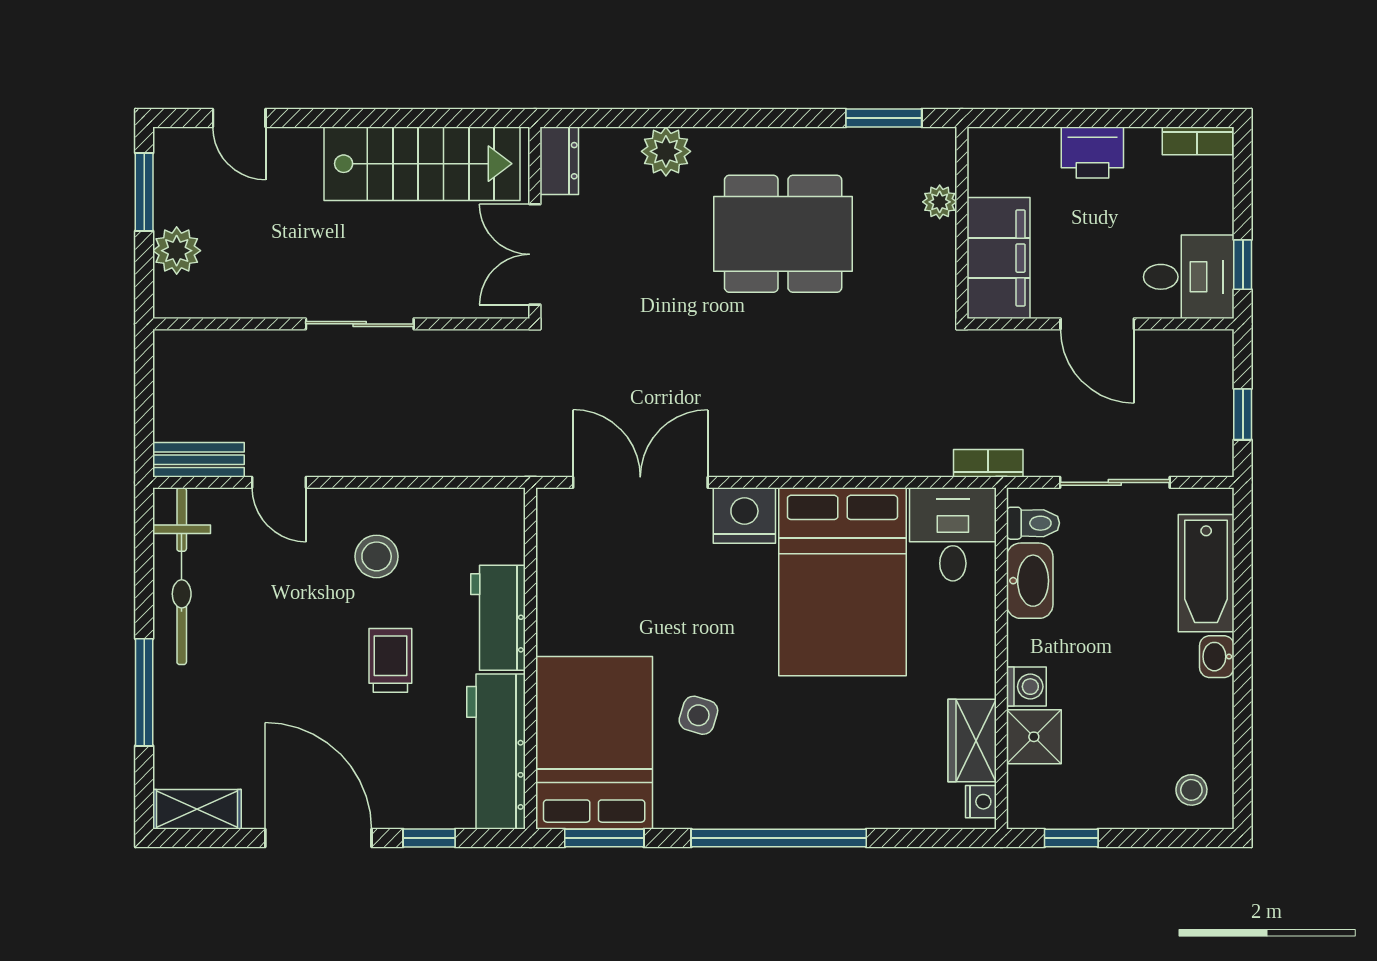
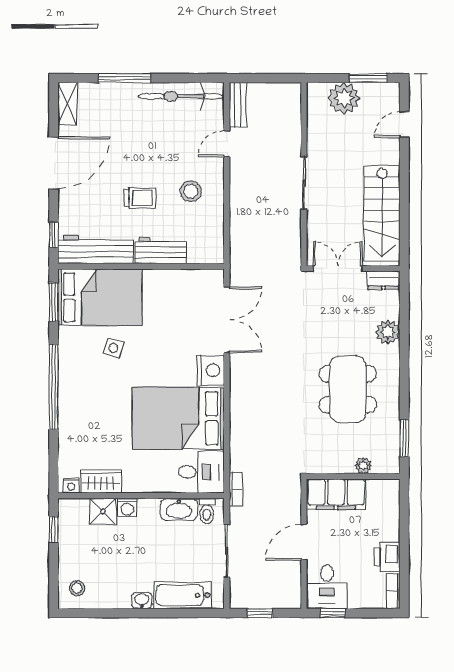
printer: (1092, 152) -> (387, 557), moved
plant: (177, 251) -> (344, 98), width x1.36, depth x1.36
window: (429, 838) -> (54, 235), moved

